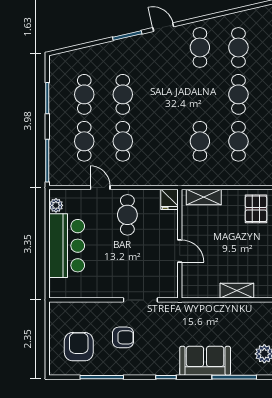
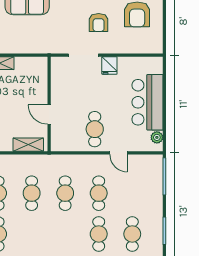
cafe table: (84, 141) -> (65, 193), moved
fridge: (170, 199) -> (109, 66), moved, turned 180
door: (180, 251) -> (49, 115), moved
armchair: (123, 337) -> (99, 23), turned -90

